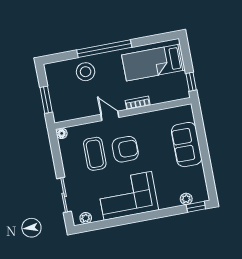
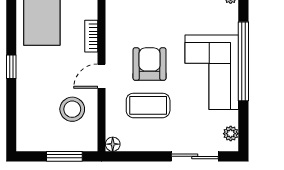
window: (104, 49) -> (11, 67), width x0.32
stool: (86, 72) -> (72, 109), moved
window: (140, 217) -> (243, 61), added

